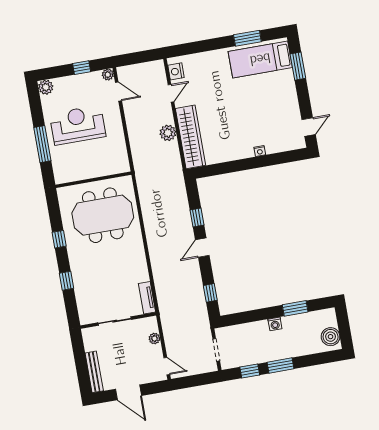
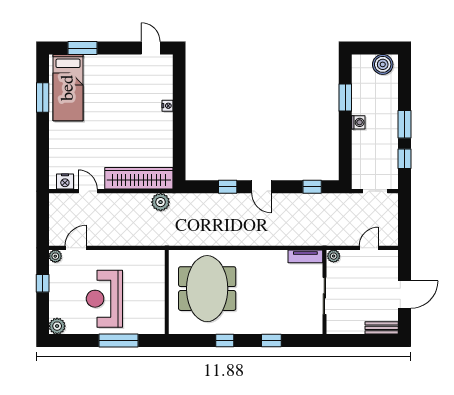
plant: (168, 133) -> (161, 202), moved
plant: (154, 338) -> (334, 256), moved
door: (167, 366) -> (369, 248), moved
bench: (94, 372) -> (382, 328), width x0.73

